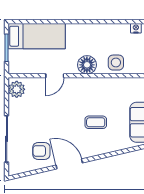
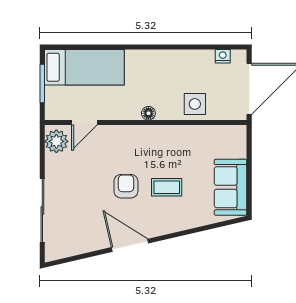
floor lamp: (87, 65) -> (148, 113), width x0.53, depth x0.53
door: (55, 76) -> (84, 122), moved
armchair: (41, 151) -> (126, 186), moved, turned 90

